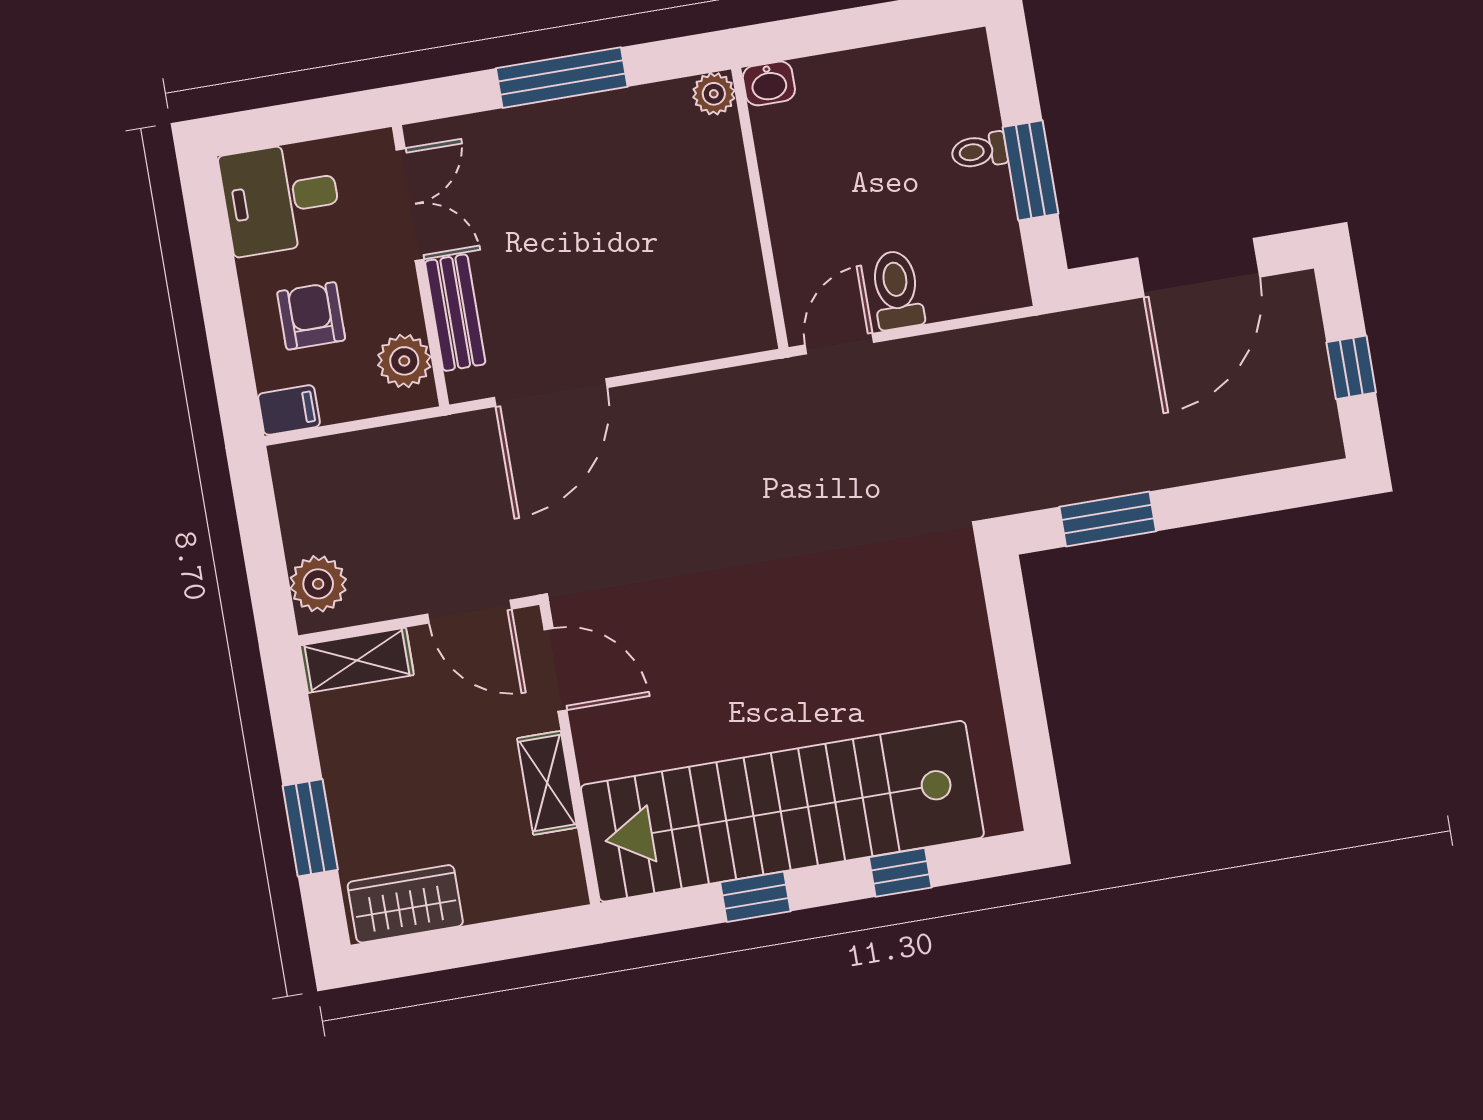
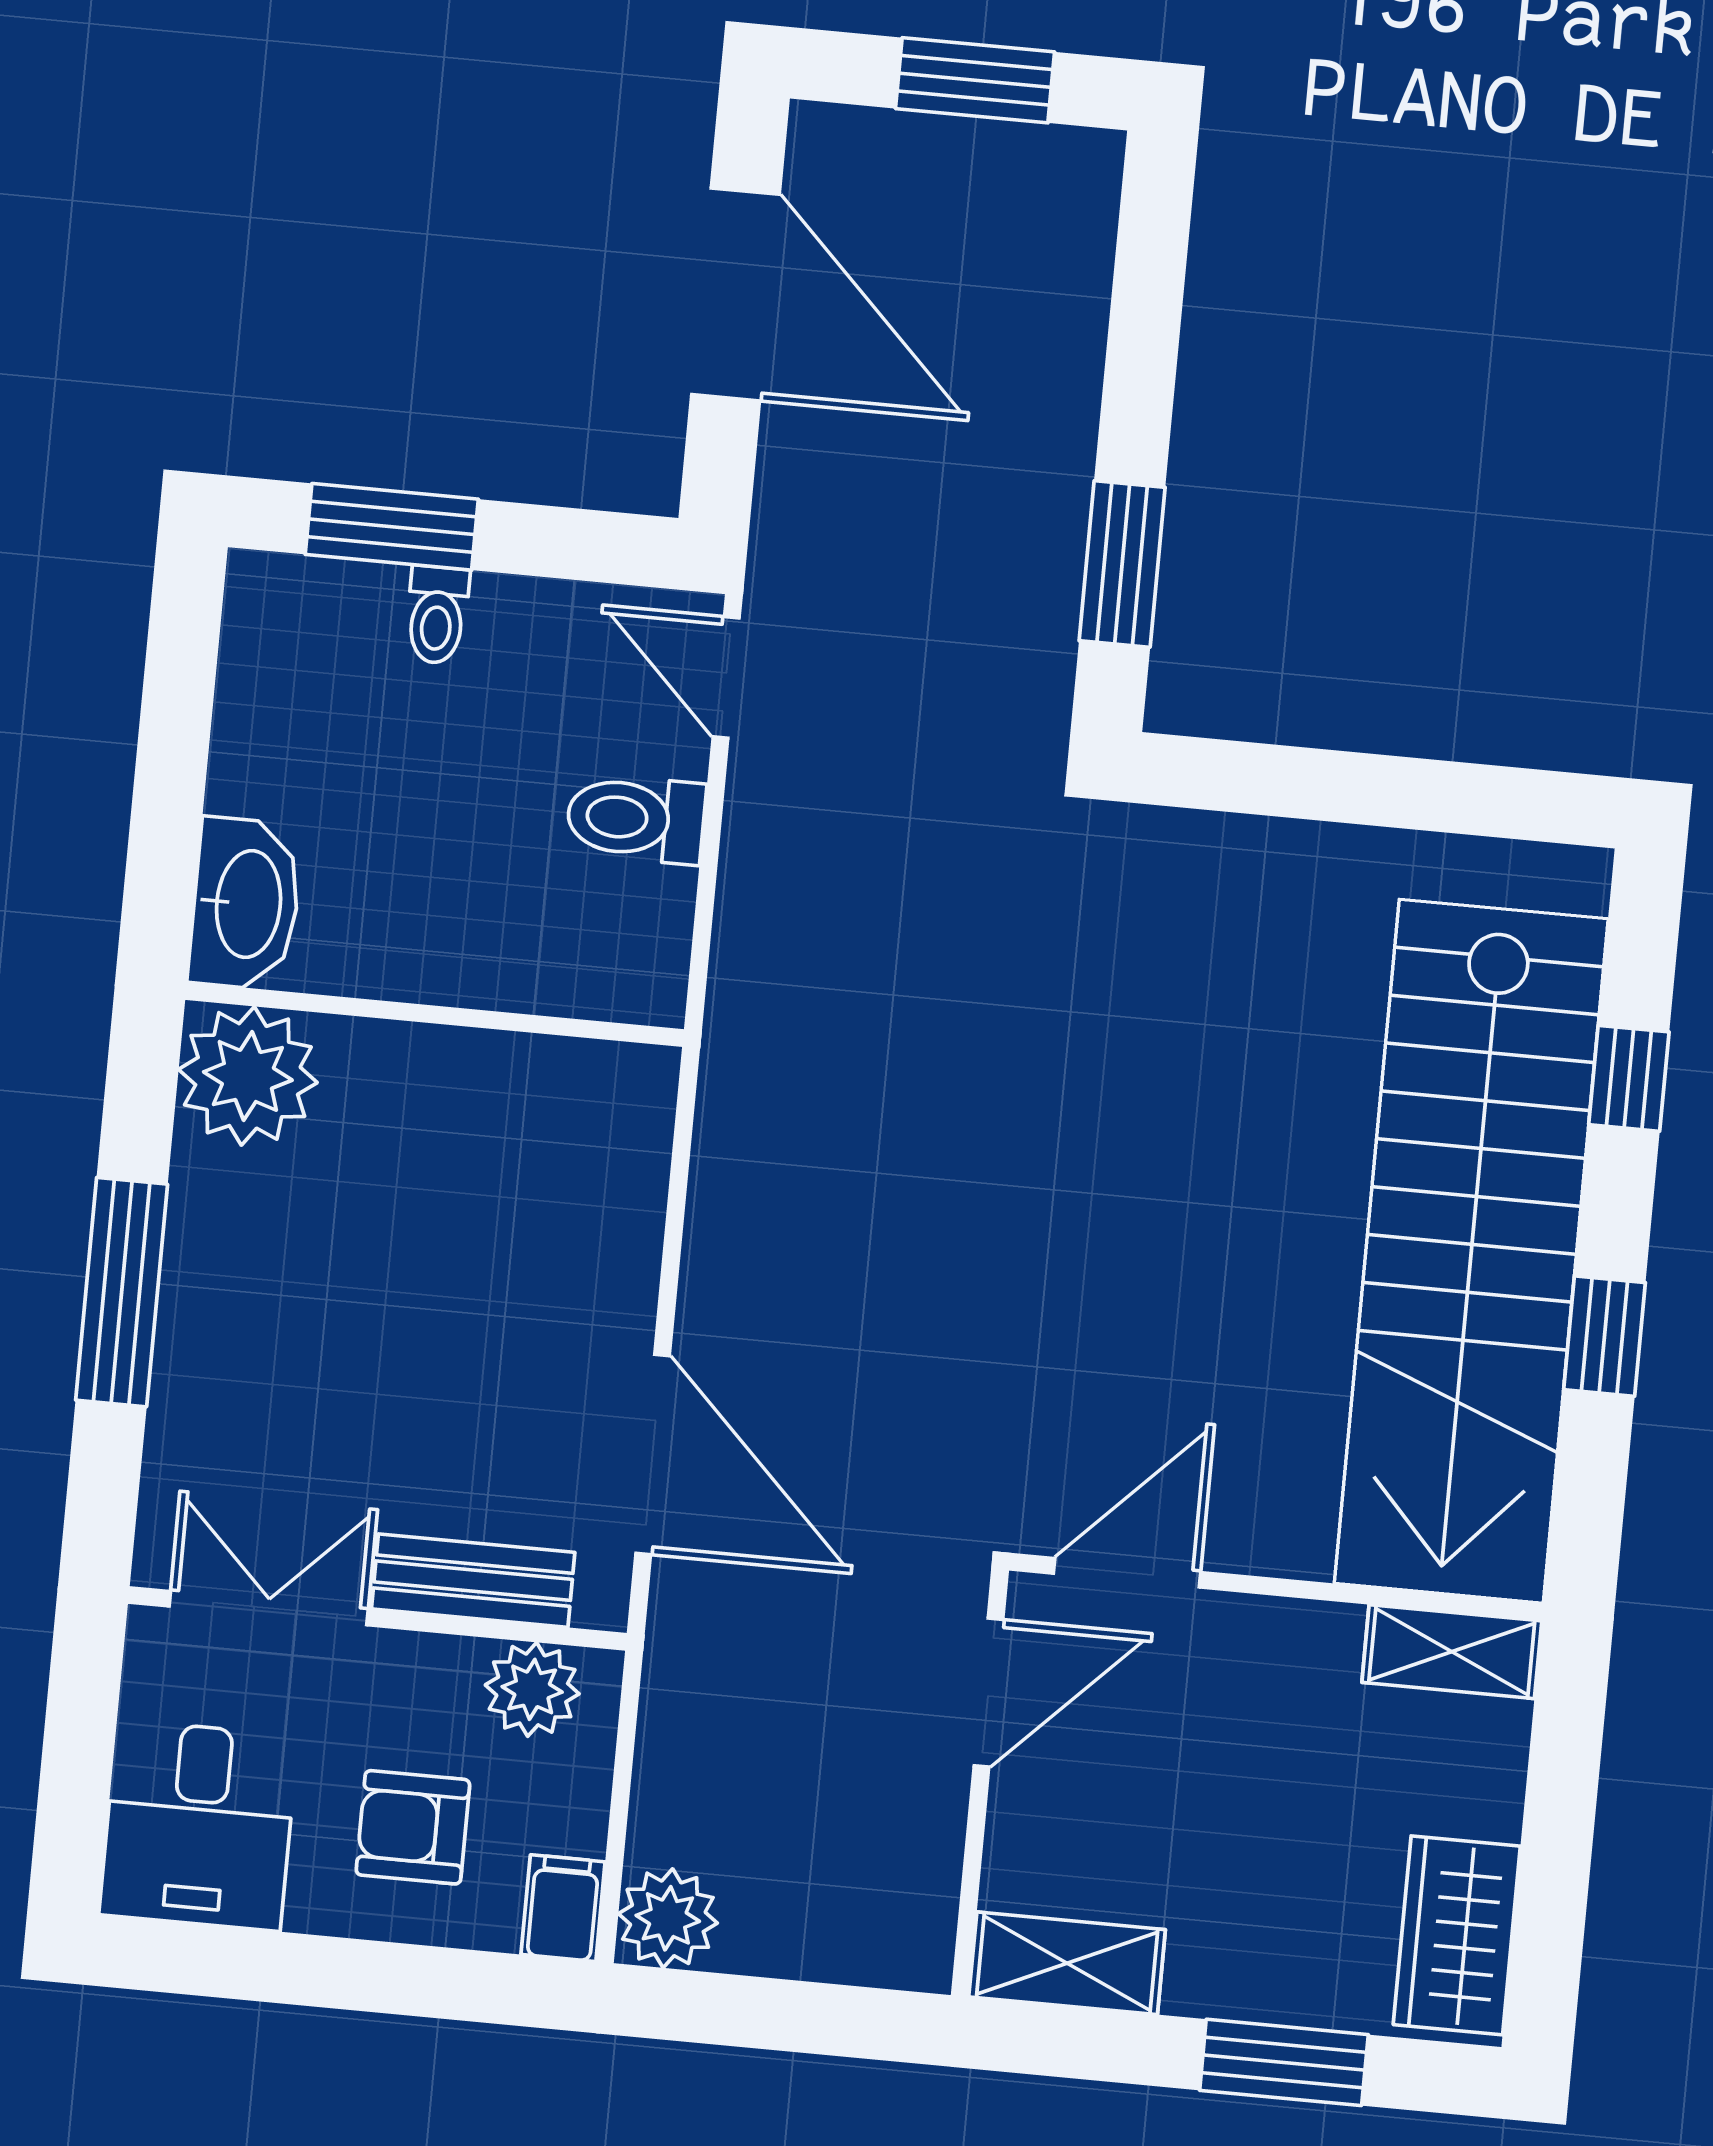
washbasin: (769, 83) -> (245, 904), width x1.91, depth x1.45
plant: (714, 94) -> (248, 1076), width x1.87, depth x1.87
window: (1030, 170) -> (392, 527), moved
door: (839, 344) -> (726, 677), moved
window: (1351, 367) -> (975, 80), width x1.50
plant: (318, 584) -> (668, 1918), moved
shelving: (357, 660) -> (1067, 1963), moved, turned 90
shelving: (547, 783) -> (1452, 1652), moved

